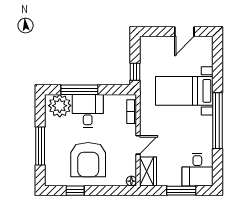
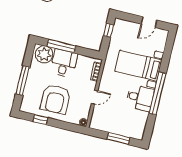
window: (135, 72) -> (108, 30), moved
desk: (197, 170) -> (140, 98), moved, turned -90
wardrobe: (148, 171) -> (97, 118), removed

